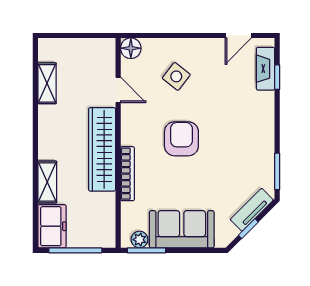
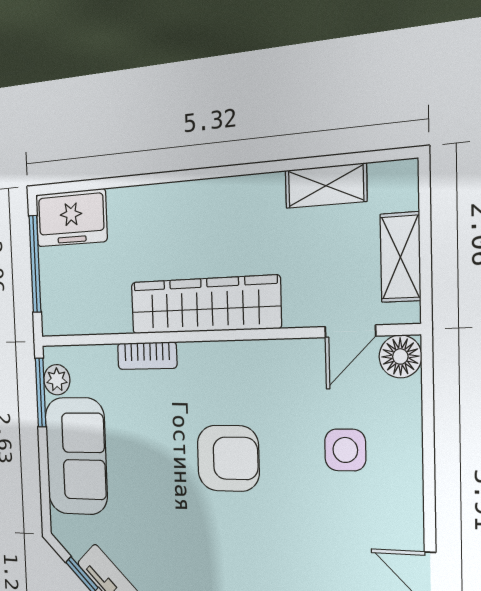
side table: (176, 76) -> (345, 450), turned -38
door: (118, 90) -> (350, 331), moved
bookcase: (127, 174) -> (147, 356), width x0.64
shelving: (47, 182) -> (400, 257), moved, turned 90

